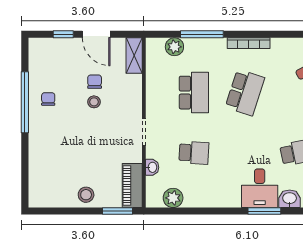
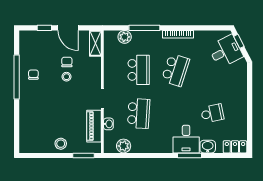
school desk: (194, 153) -> (139, 113), width x1.85
piano: (132, 185) -> (94, 126), moved

